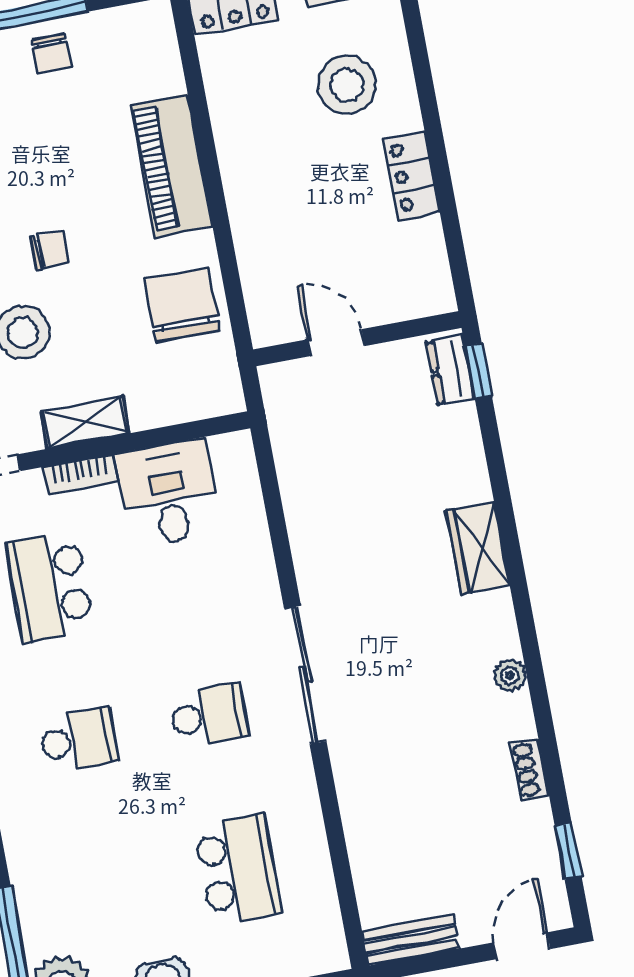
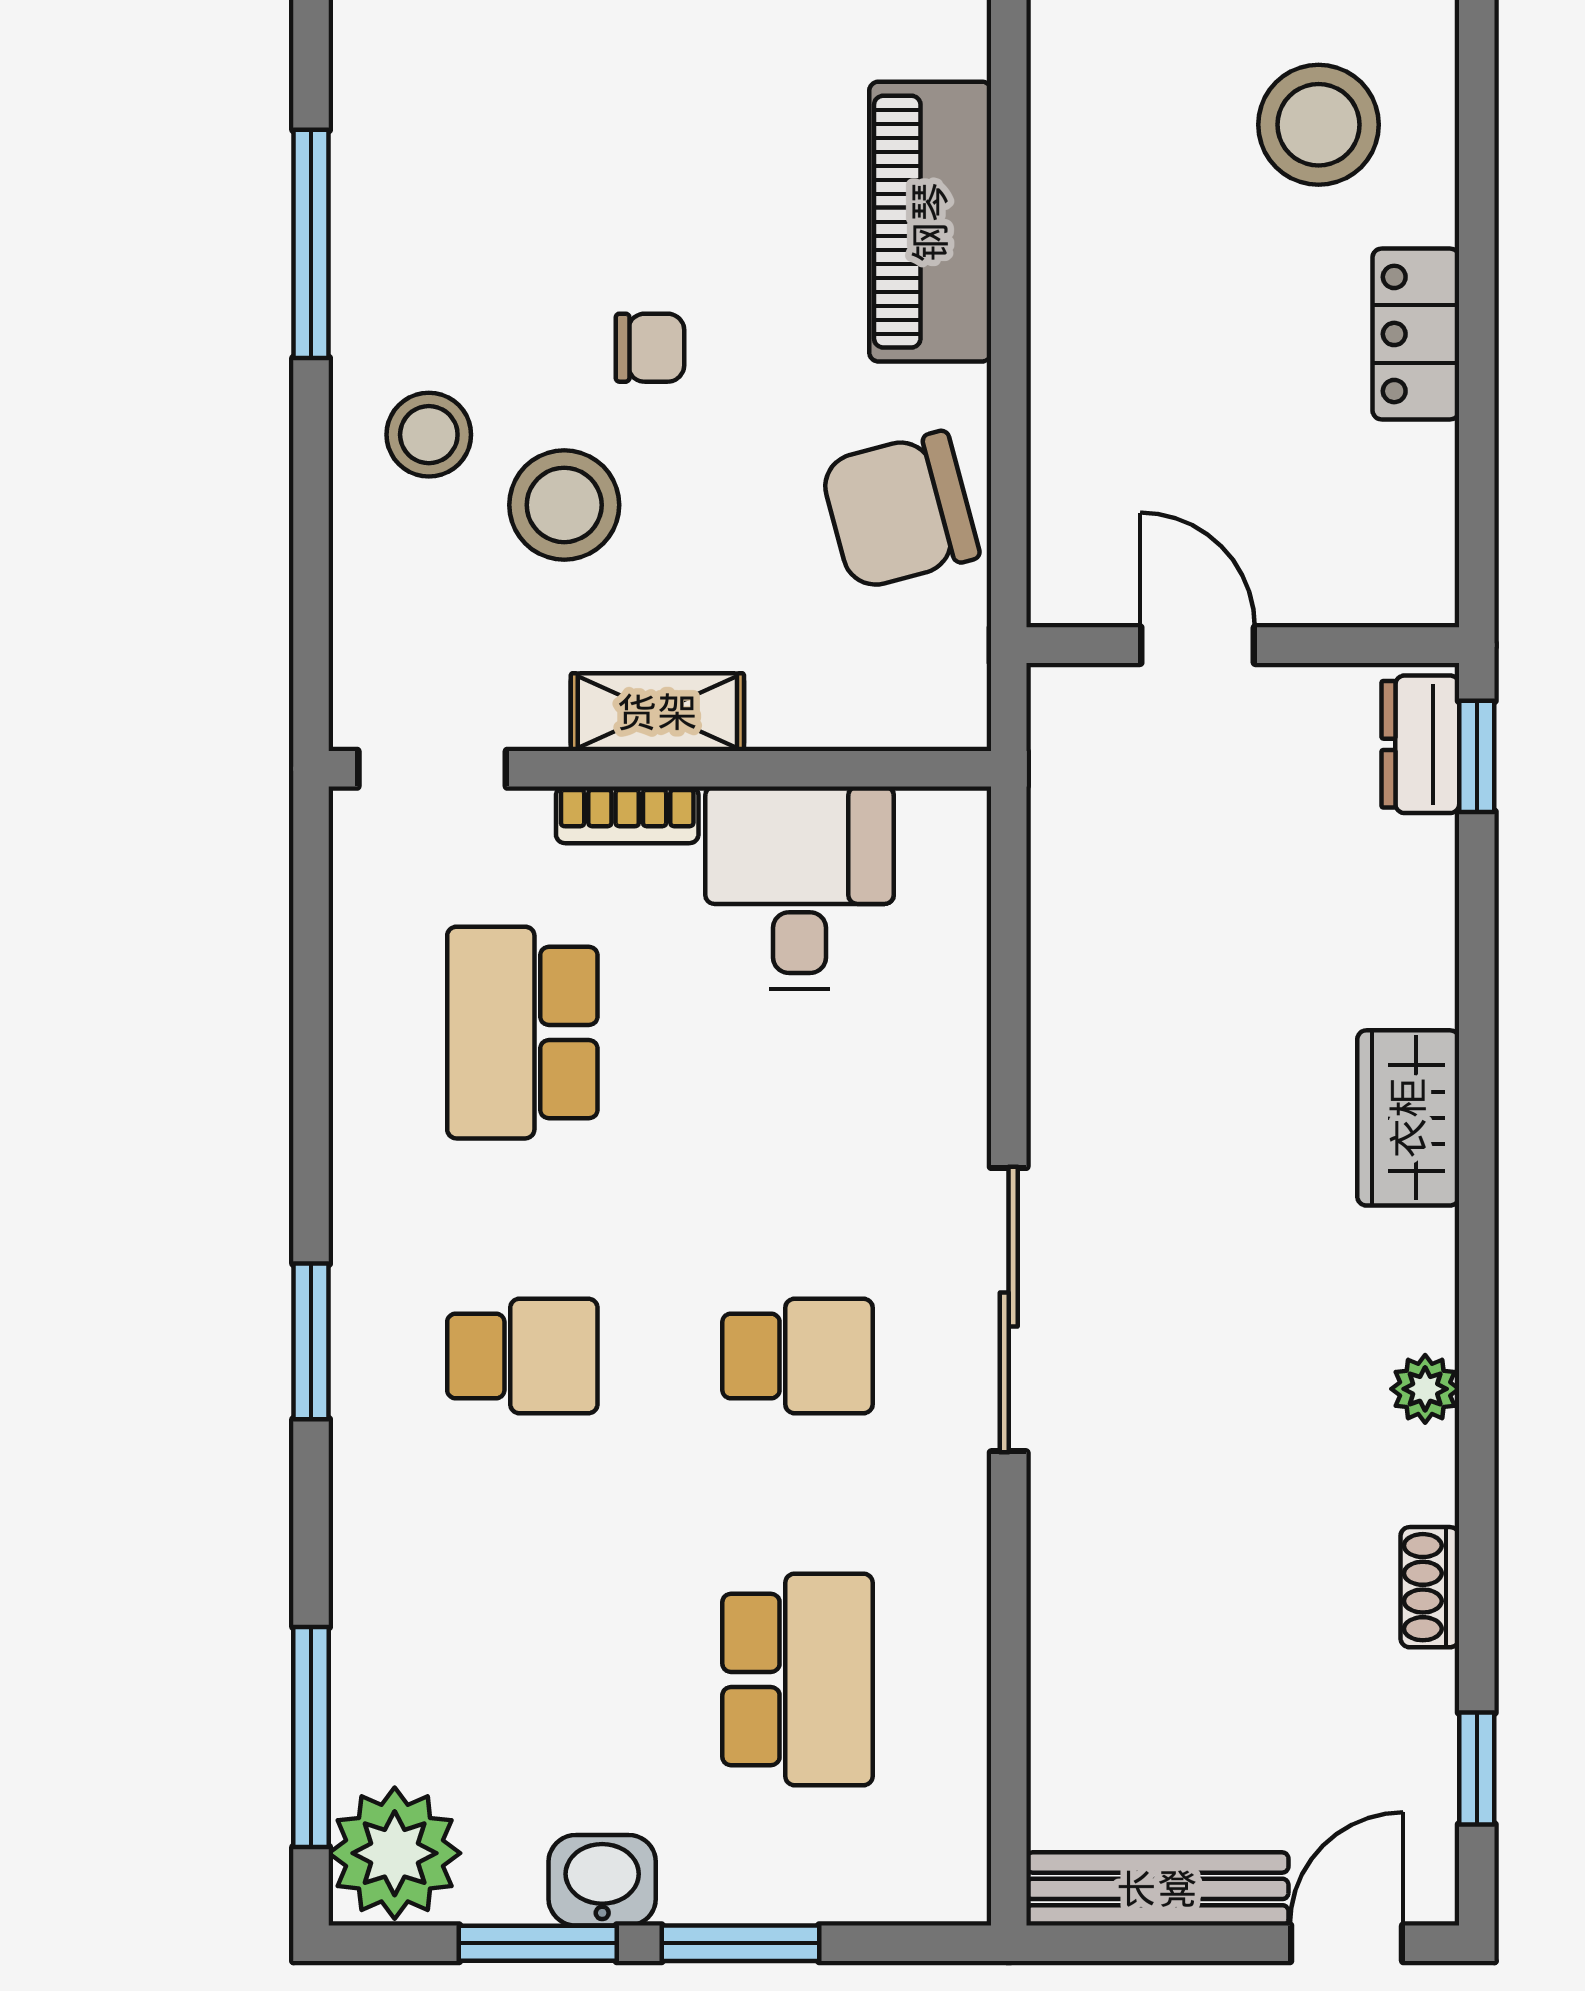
chair: (182, 305) -> (900, 510), turned -105
bench: (411, 940) -> (1157, 1889), width x1.36

